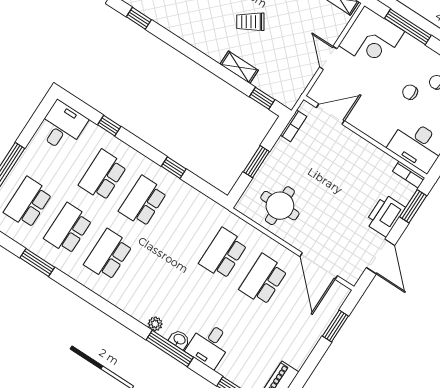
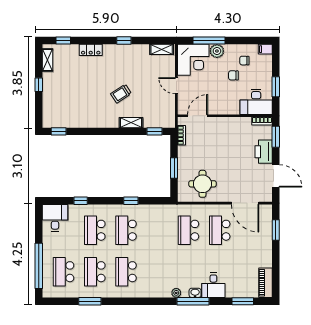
plant: (409, 47) -> (217, 51), added

